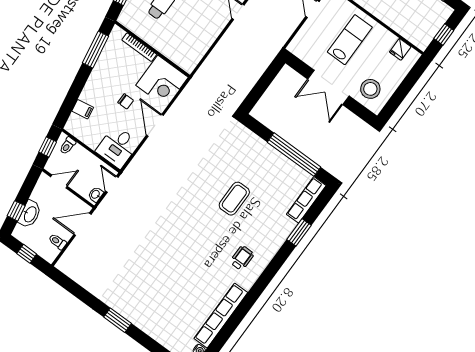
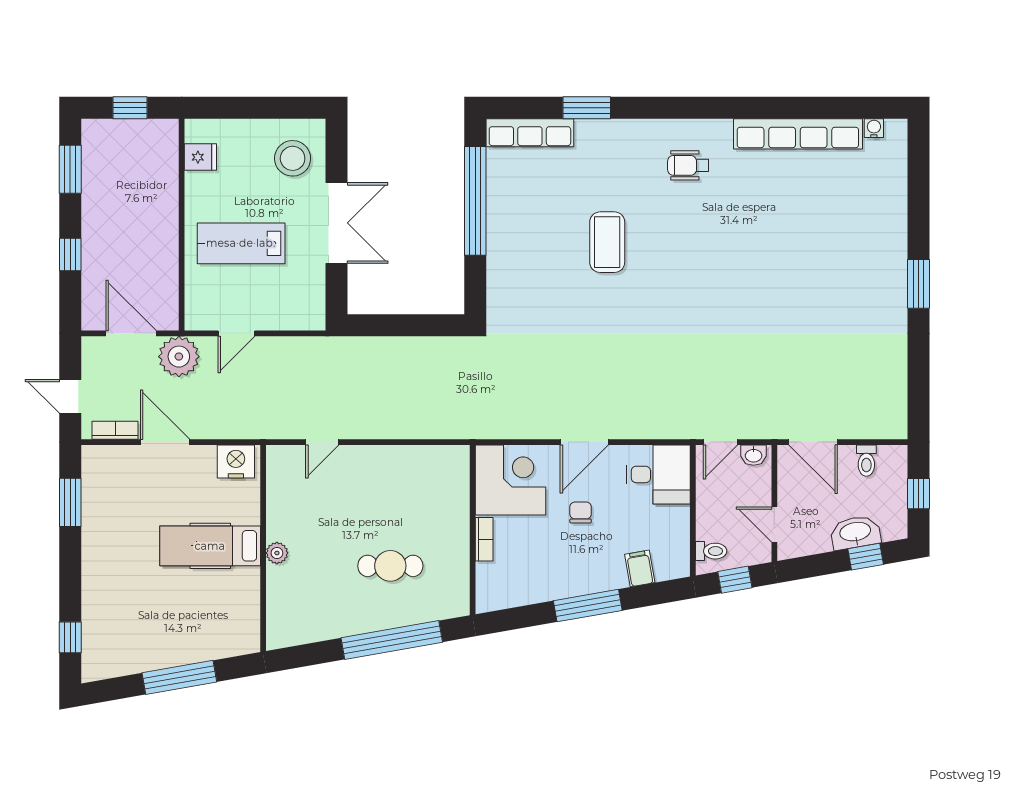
bookcase: (139, 47) -> (484, 539), width x0.64
window: (96, 50) -> (588, 606), moved
coffee table: (234, 199) -> (607, 242), turned 90

